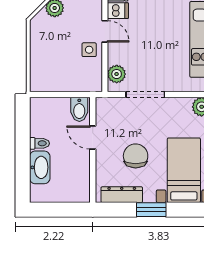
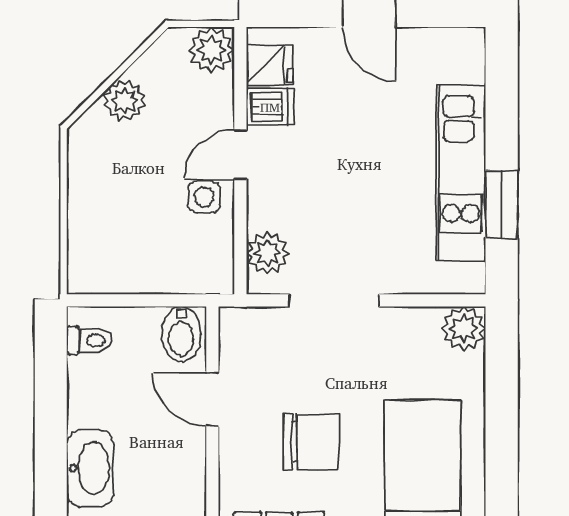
door: (105, 31) -> (240, 155), swing flipped
toilet: (39, 143) -> (89, 340), moved
chair: (136, 156) -> (311, 442), turned 90

